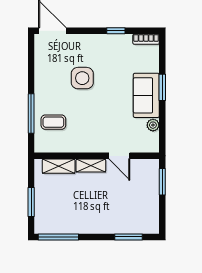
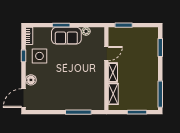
floor lamp: (80, 42) -> (31, 80), added
side table: (82, 78) -> (39, 56), moved
coffee table: (53, 122) -> (84, 97), removed

